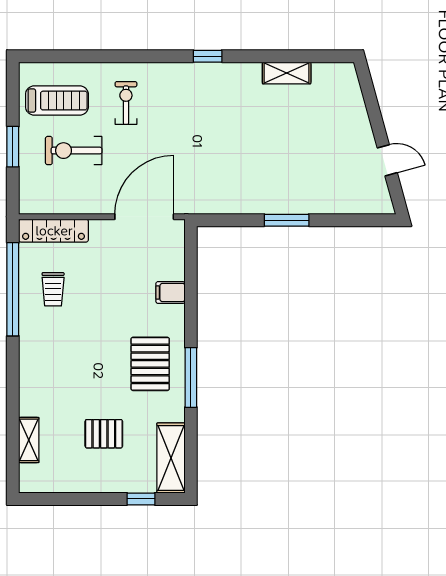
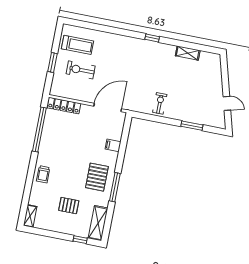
exercise bike: (126, 103) -> (160, 103), moved
window: (287, 220) -> (192, 126), moved
trolley: (53, 289) -> (43, 174), moved
shelving: (29, 440) -> (30, 216), moved

